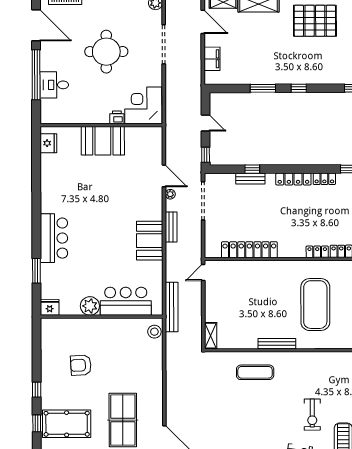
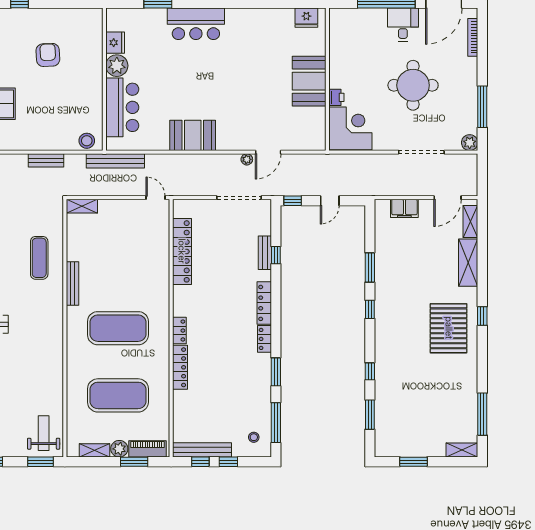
desk: (54, 85) -> (403, 25), moved
bench: (171, 227) -> (46, 160), moved
fridge: (50, 307) -> (115, 43), moved

